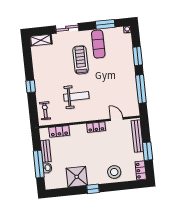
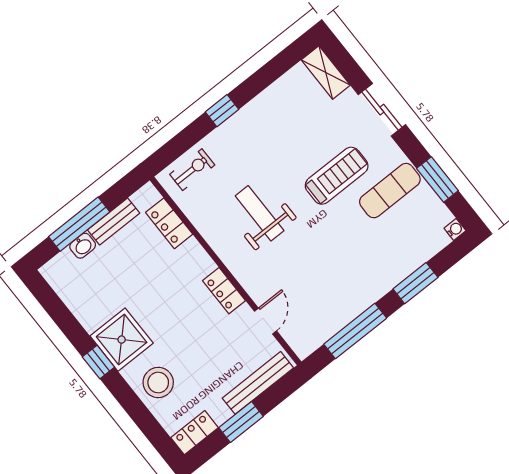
weight bench: (76, 96) -> (260, 213), turned 180
shower: (77, 177) -> (122, 340), moved

